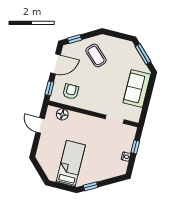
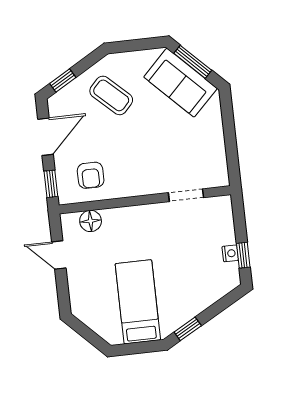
sofa: (137, 88) -> (180, 83), moved, turned -45
armchair: (71, 92) -> (91, 175), turned 180
window: (135, 147) -> (243, 255), moved

